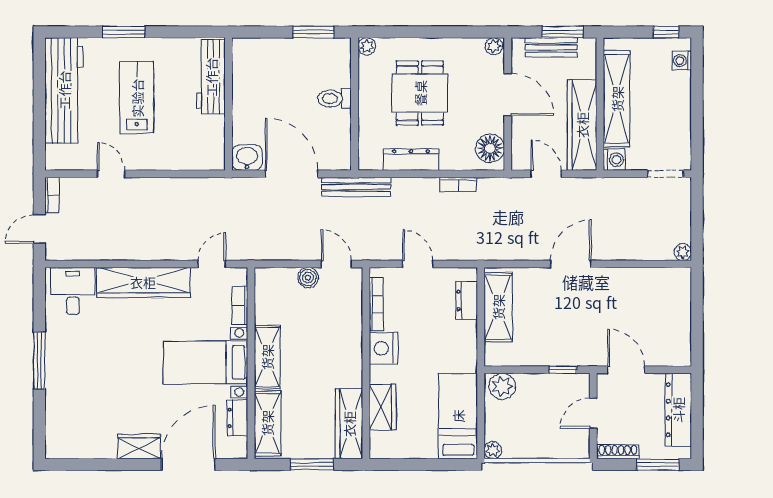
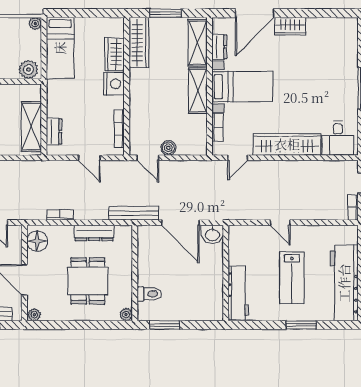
toilet: (334, 98) -> (149, 294), moved
door: (111, 174) -> (280, 223), moved
nightstand: (384, 348) -> (114, 84), moved

